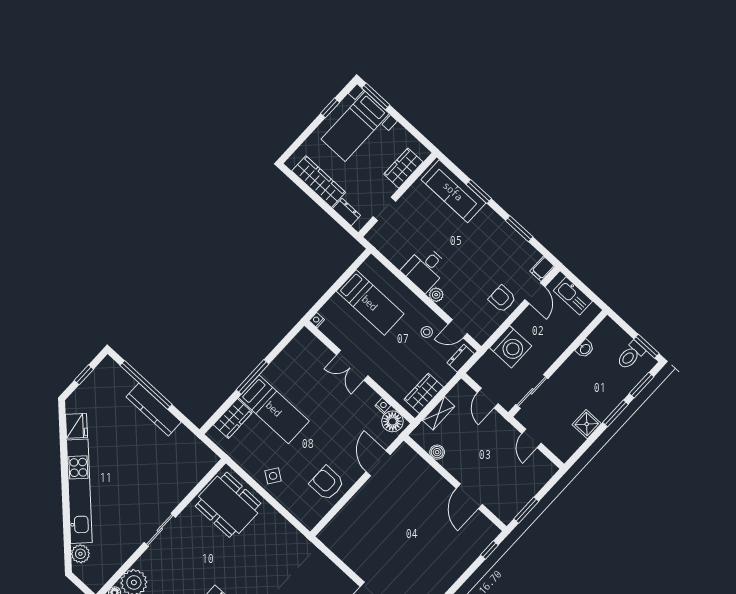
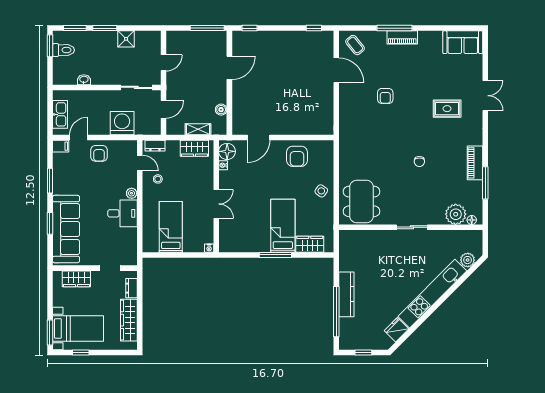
sofa: (453, 191) -> (66, 229), width x1.36, depth x1.27
window: (526, 510) -> (207, 28), width x1.44

